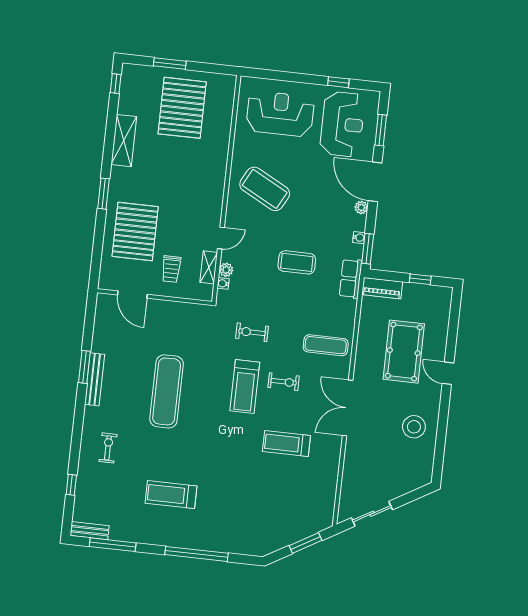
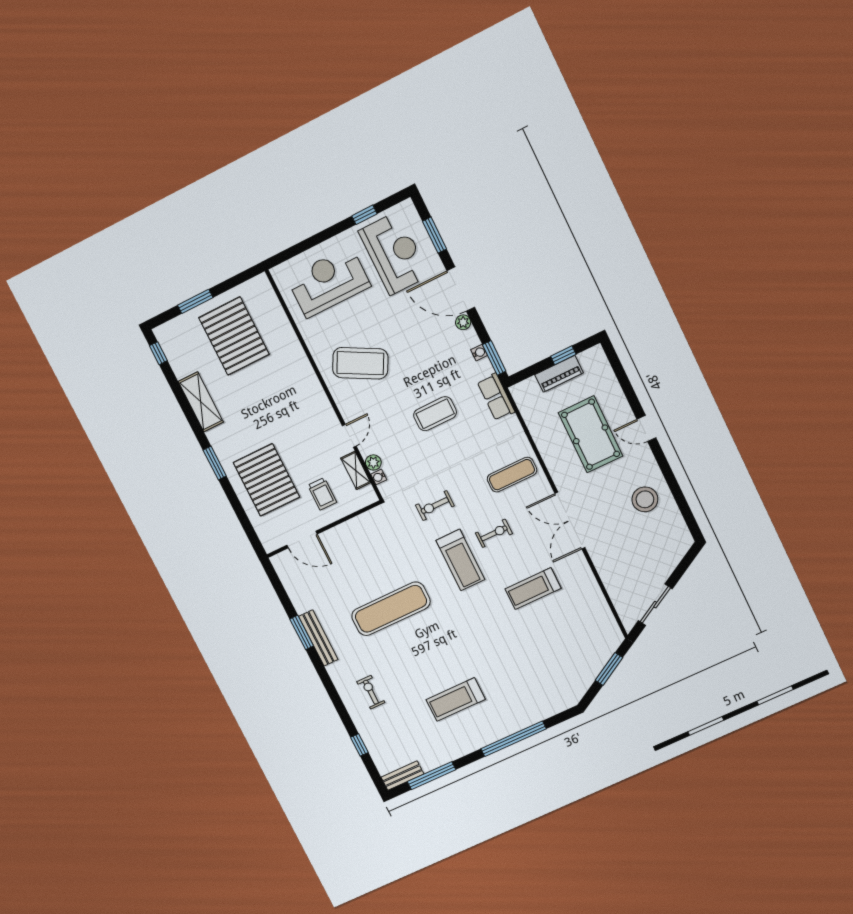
piano: (382, 288) -> (559, 374), moved
exercise mat: (167, 391) -> (391, 609), turned 90

